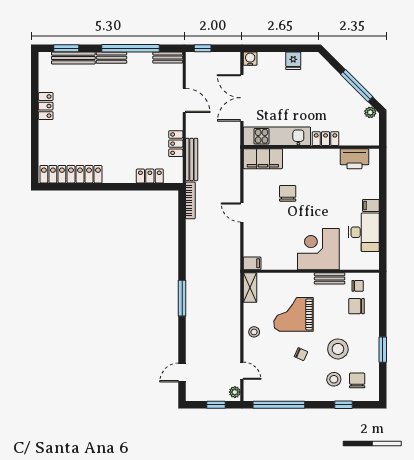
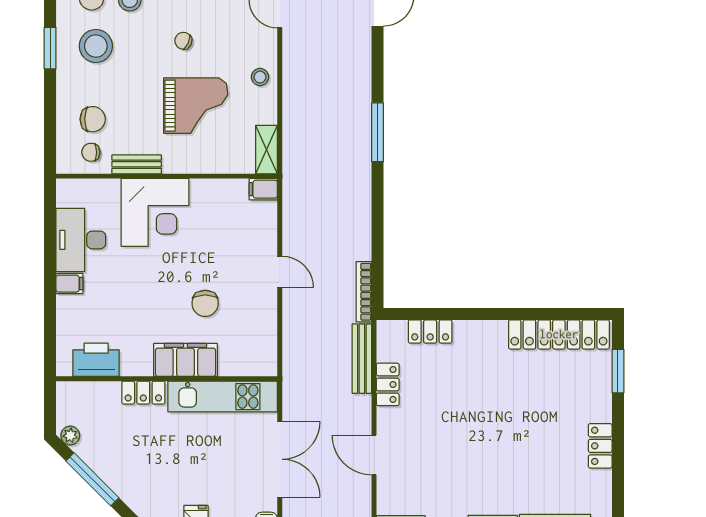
window: (35, 152) -> (618, 371), added
filing cabinet: (263, 159) -> (185, 360), moved
stool: (338, 349) -> (96, 46), moved

